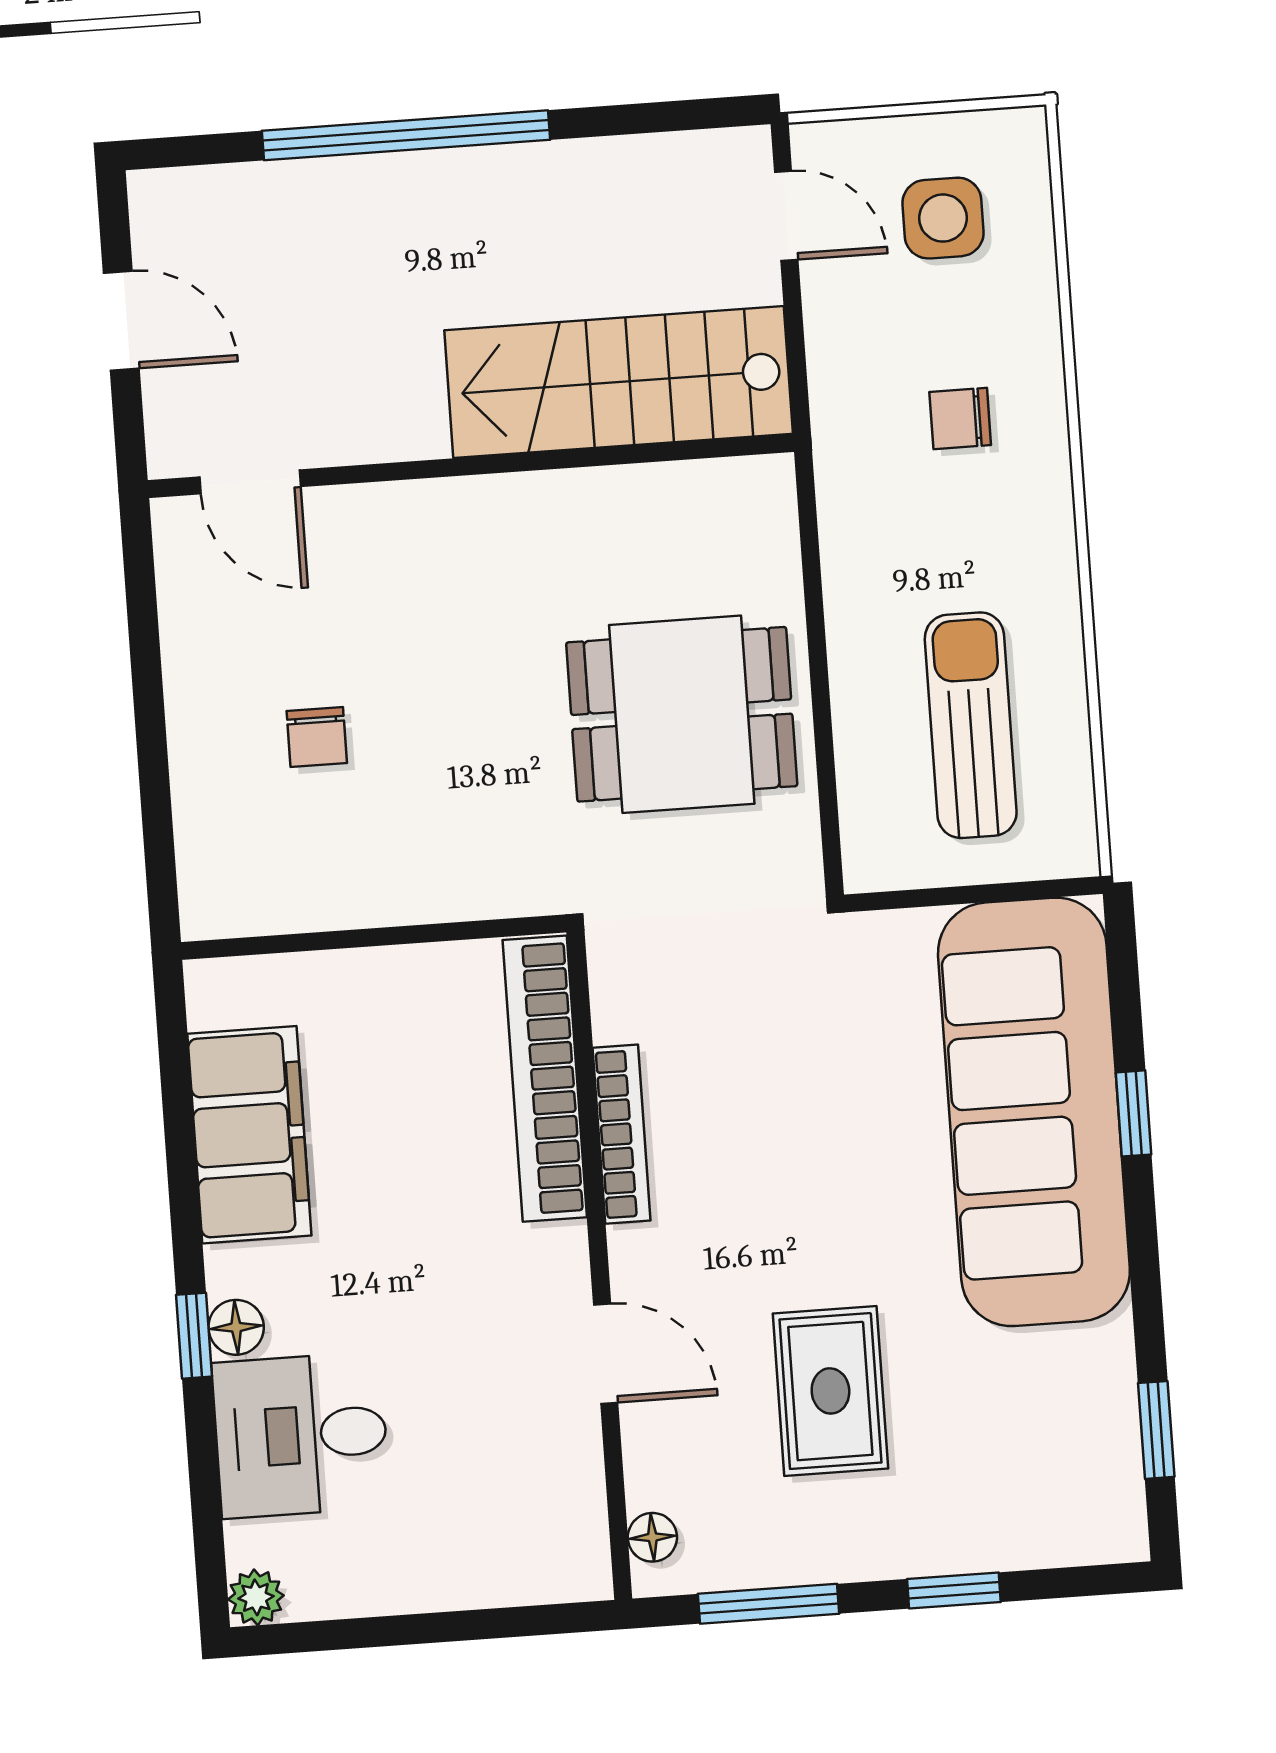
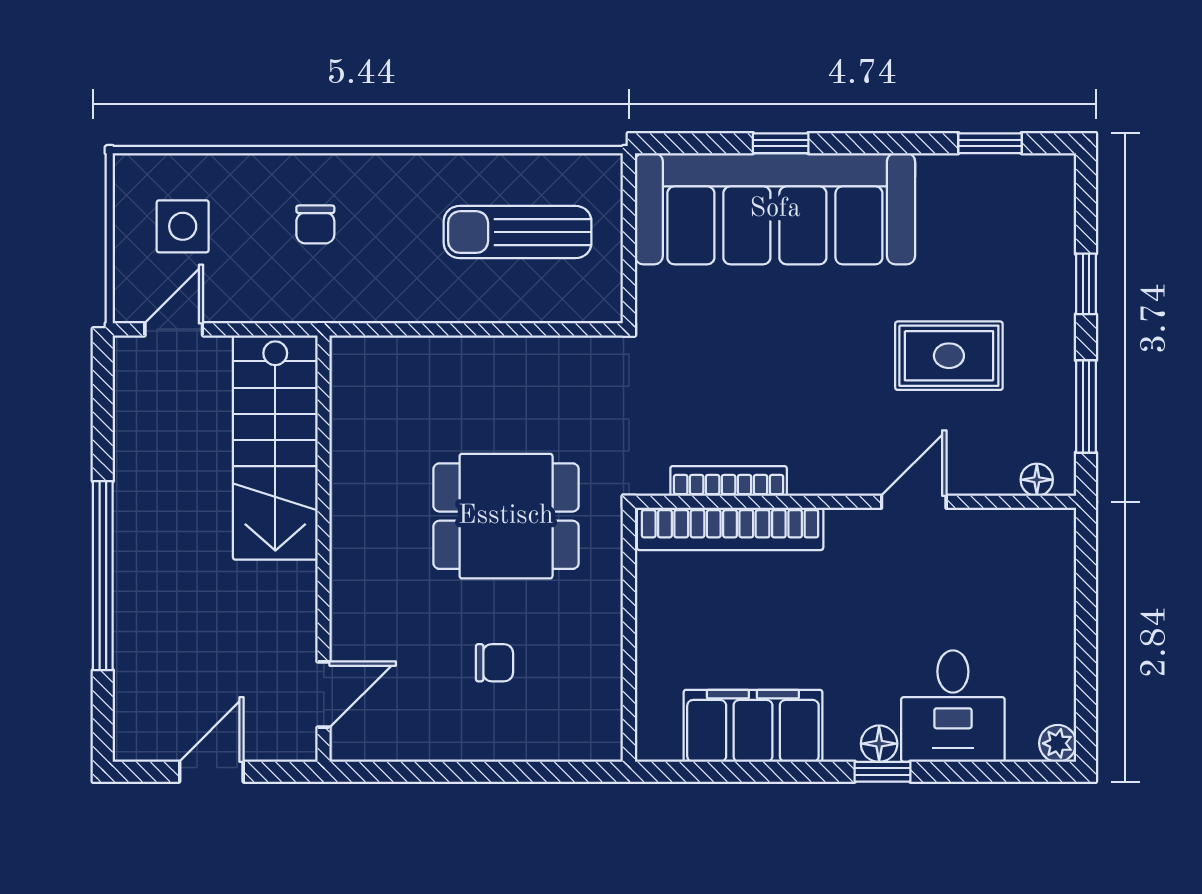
dining table: (682, 714) -> (506, 516), moved, turned 90
bookcase: (622, 1134) -> (729, 481), moved

